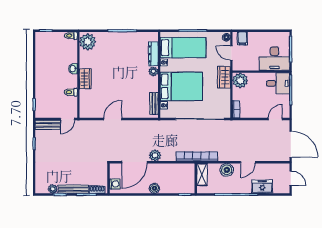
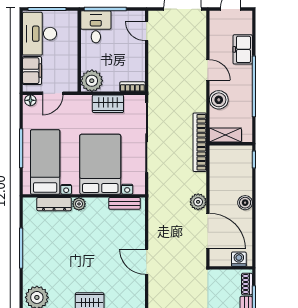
filing cabinet: (242, 38) -> (32, 71), width x2.00
desk: (274, 59) -> (40, 34), moved, turned 180
wardrobe: (224, 77) -> (108, 104), moved

